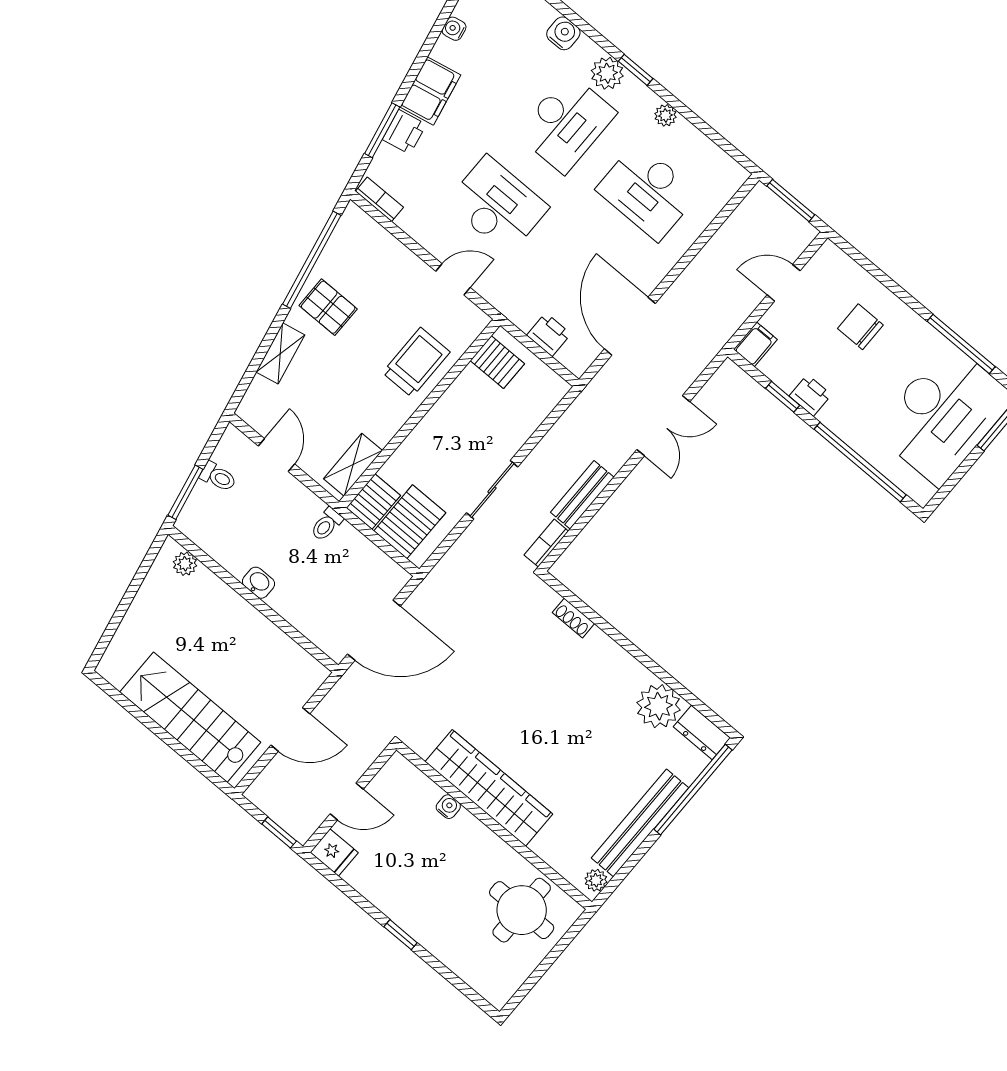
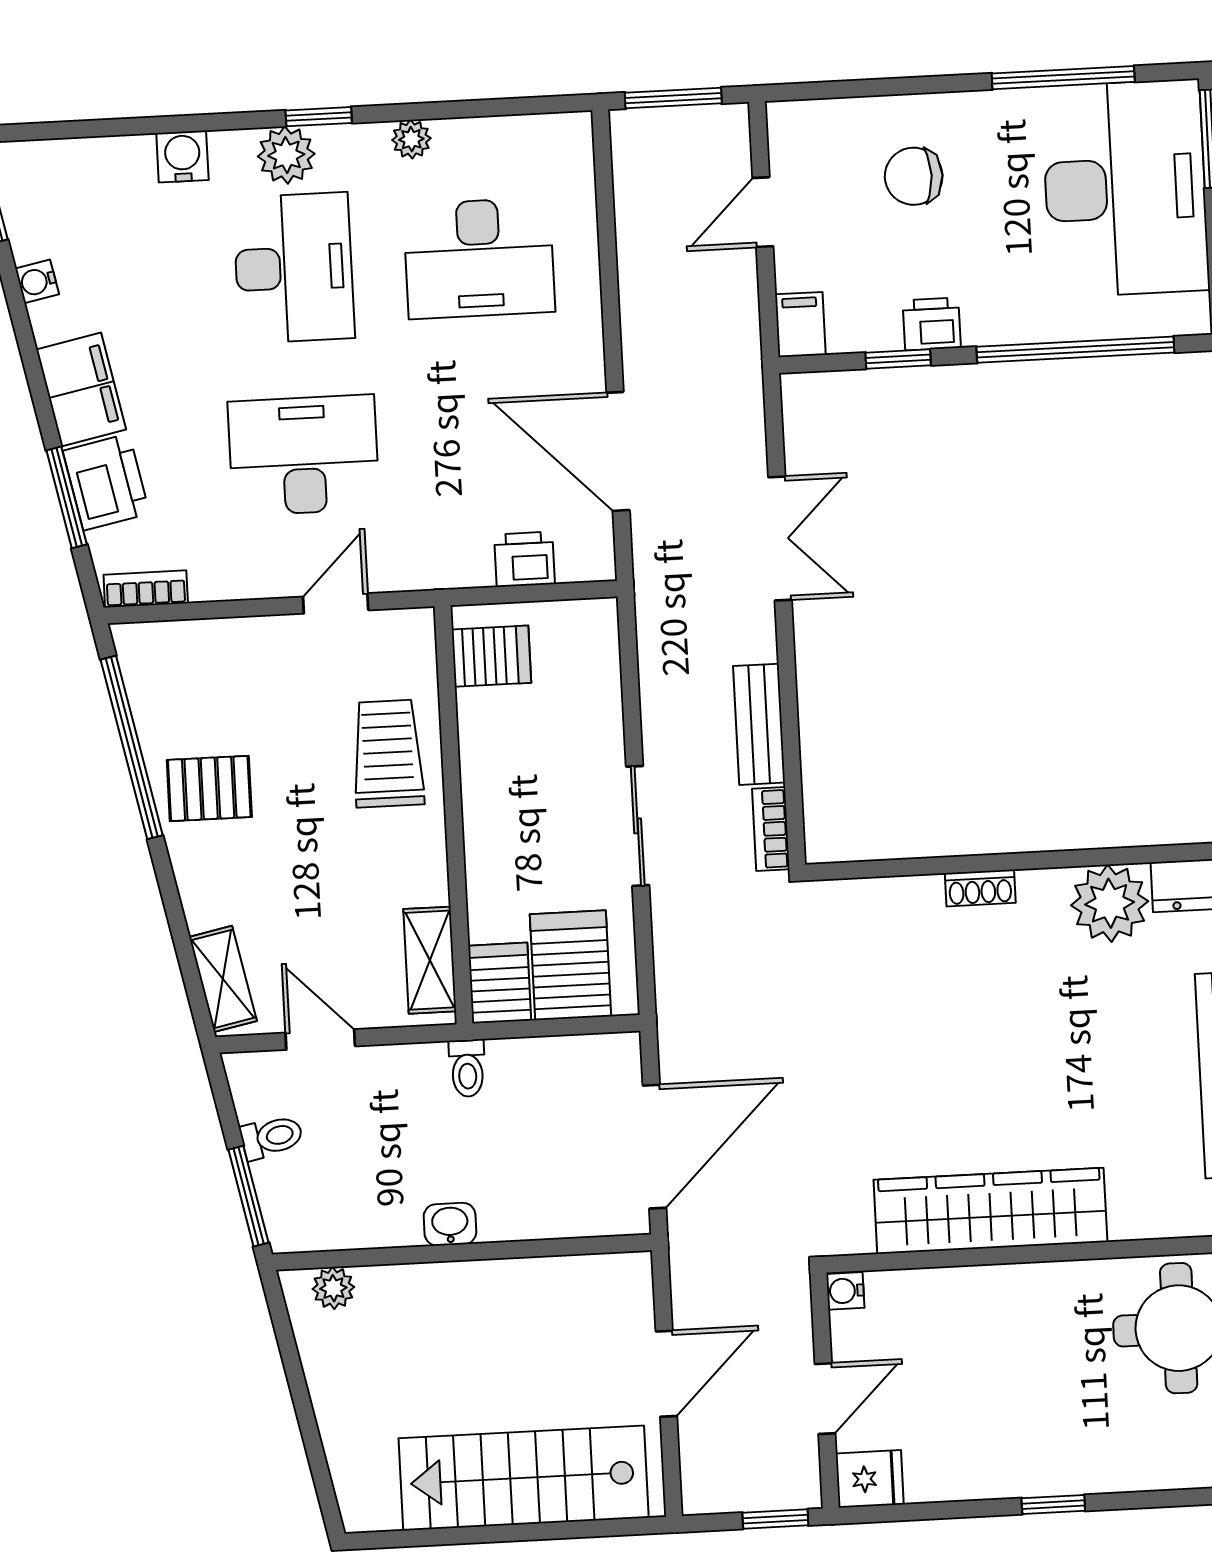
printer: (404, 132) -> (106, 482), width x1.36, depth x1.24
shelving: (280, 353) -> (223, 979), moved
shoe rack: (573, 618) -> (980, 888), moved
water cooler: (448, 807) -> (845, 1291), moved, turned -90

